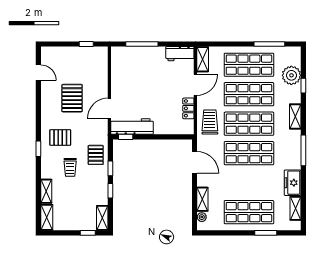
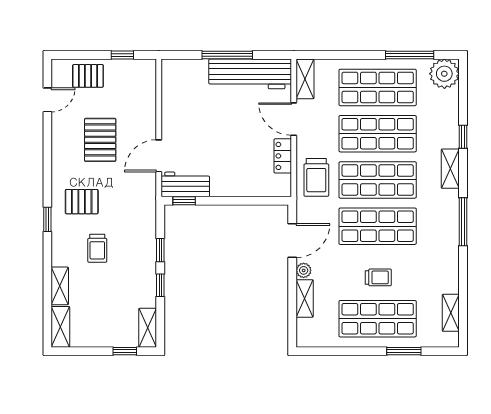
window: (142, 44) -> (227, 55), moved
workbench: (180, 54) -> (250, 74), width x1.88, depth x1.32
door: (38, 73) -> (47, 100), hinge flipped
plant: (291, 75) -> (444, 74), moved
door: (195, 85) -> (294, 119), swing flipped
window: (303, 86) -> (463, 137), moved
trolley: (210, 122) -> (316, 177), turned 180
workbench: (132, 127) -> (185, 184), width x0.73
pallet: (96, 155) -> (88, 76), moved, turned 90
door: (194, 162) -> (292, 241), hinge flipped
freezer: (293, 183) -> (446, 273), removed
trolley: (249, 186) -> (378, 277), added
plant: (202, 217) -> (304, 270), moved

